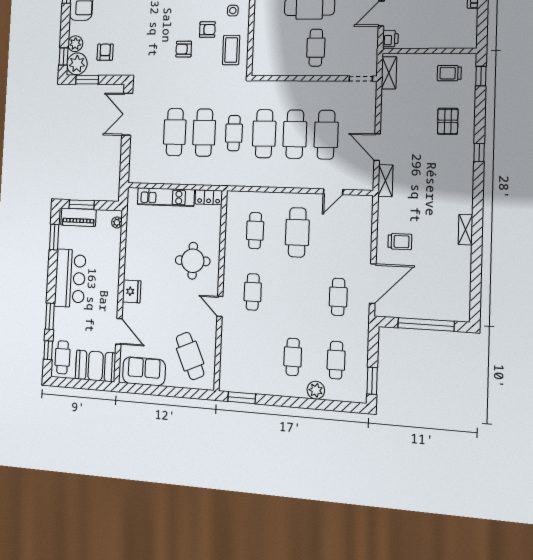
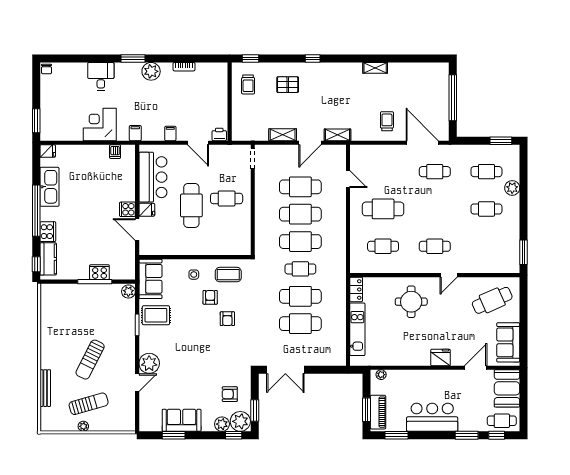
shelving: (389, 73) -> (283, 135), moved

